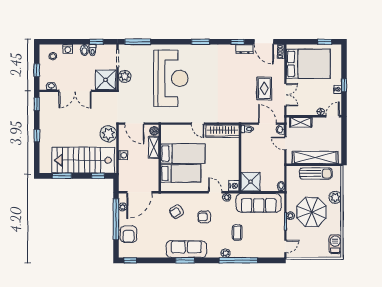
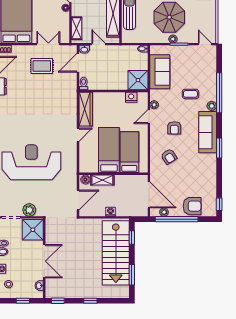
plant: (108, 134) -> (89, 227), removed
door: (285, 143) -> (98, 44), swing flipped
nightstand: (234, 186) -> (131, 97), moved
sofa: (259, 203) -> (160, 72), width x0.73
sofa: (186, 249) -> (208, 132), moved

